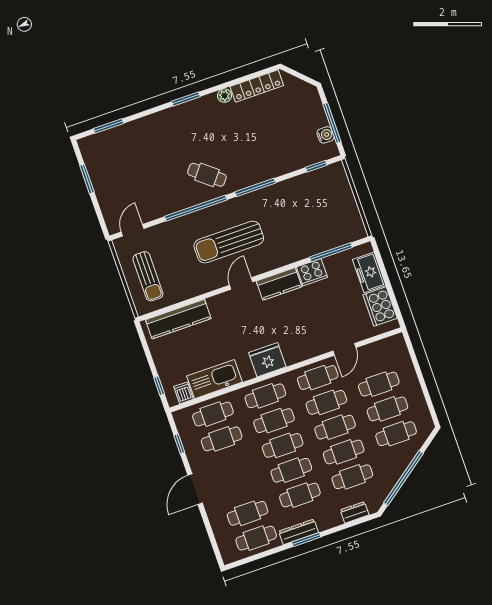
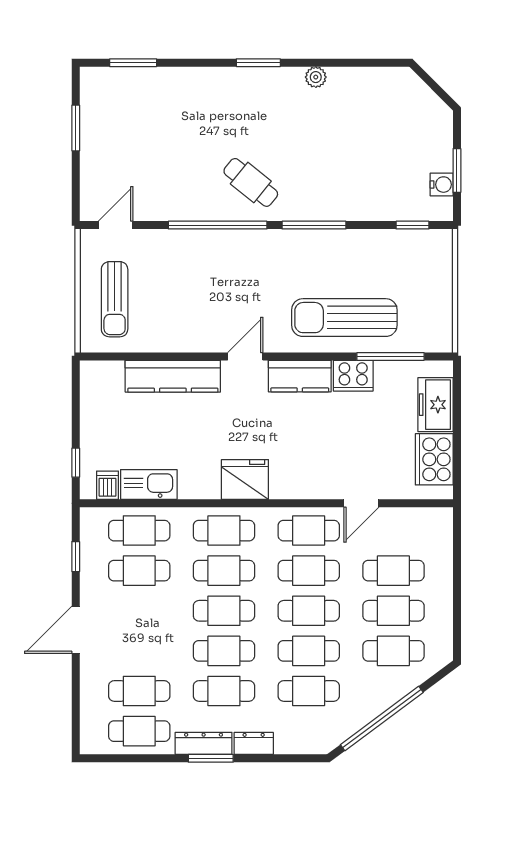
locker: (257, 86) -> (367, 79), removed
window: (332, 123) -> (457, 171), width x0.69
sun lounger: (229, 242) -> (344, 318), moved
kitchen counter: (178, 319) -> (173, 376), moved
kitchen sink: (215, 379) -> (149, 485), width x0.73, depth x0.81
dresser: (355, 512) -> (254, 743), moved

